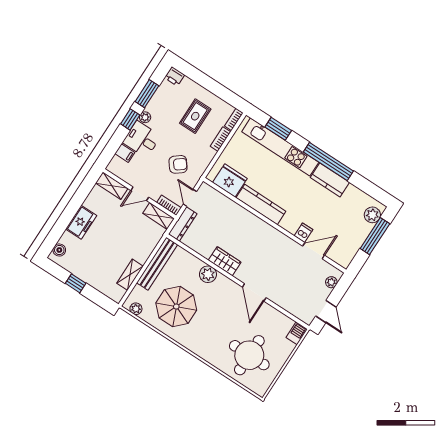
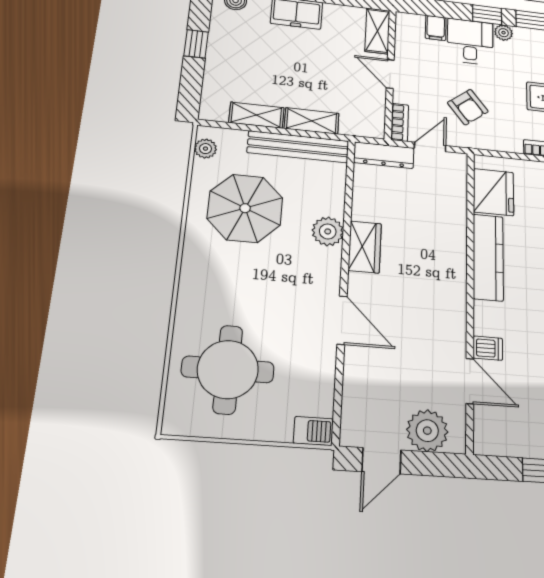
shelving: (158, 216) -> (312, 121), moved, turned 90
plant: (331, 282) -> (427, 431), width x1.88, depth x1.88
door: (254, 292) -> (342, 320), swing flipped

